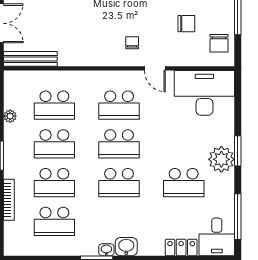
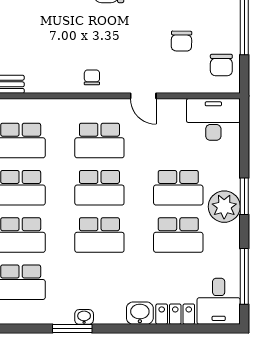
chair: (186, 24) -> (181, 41), turned 91
chair: (132, 43) -> (92, 77), moved
desk: (204, 93) -> (213, 119), width x0.73, depth x0.77
school desk: (184, 144) -> (178, 188), added
washbasin: (126, 247) -> (140, 313), moved

